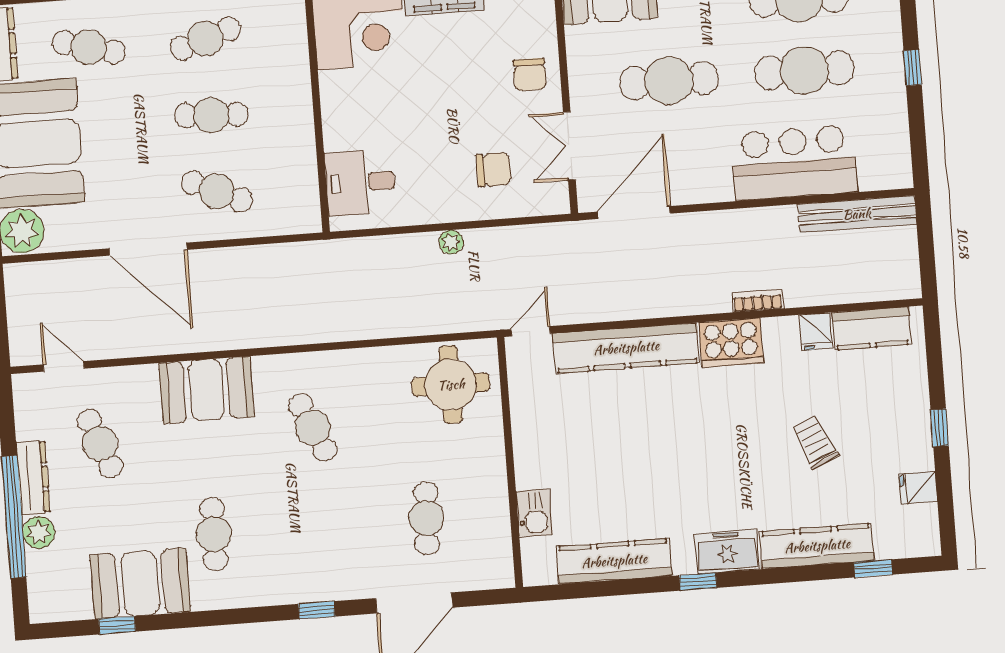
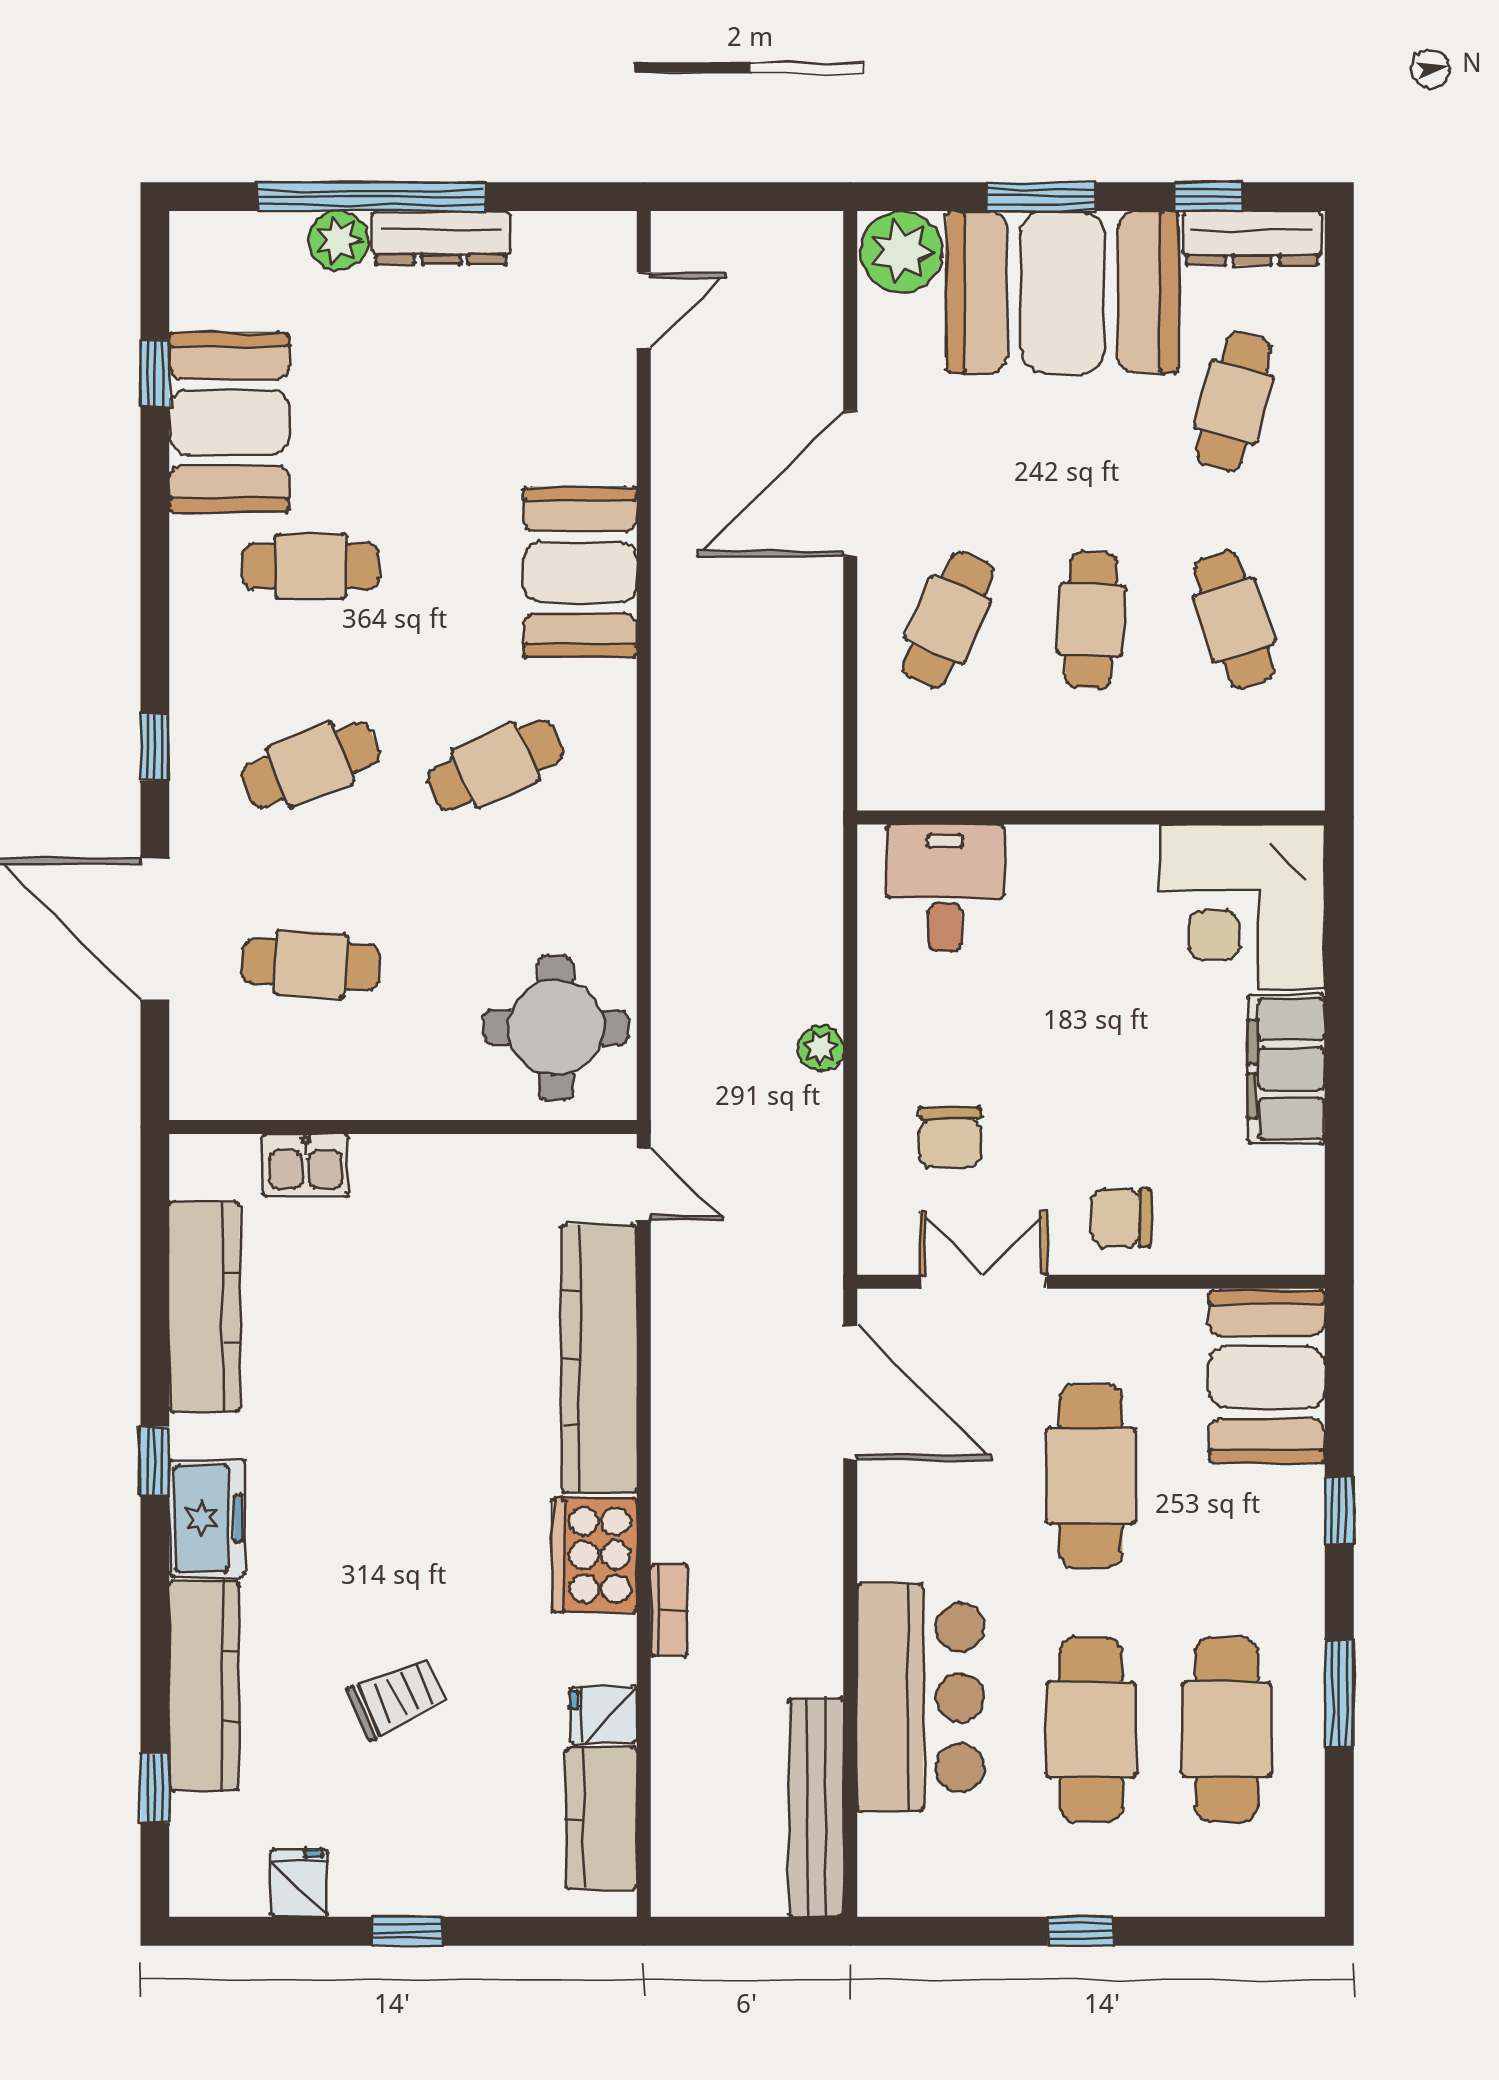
cafe table: (100, 443) -> (311, 765), moved

